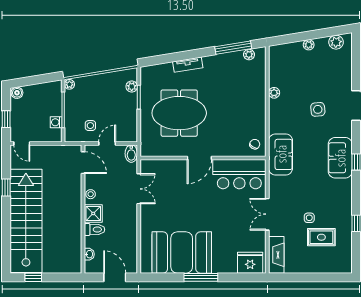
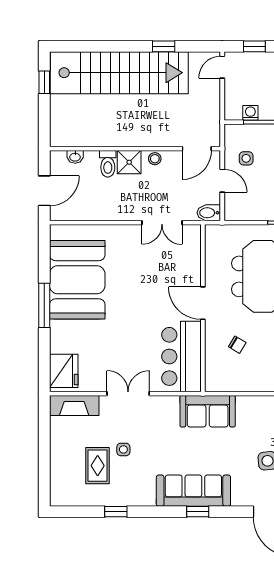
chair: (255, 144) -> (237, 345), moved
sofa: (340, 158) -> (193, 491), width x1.36

